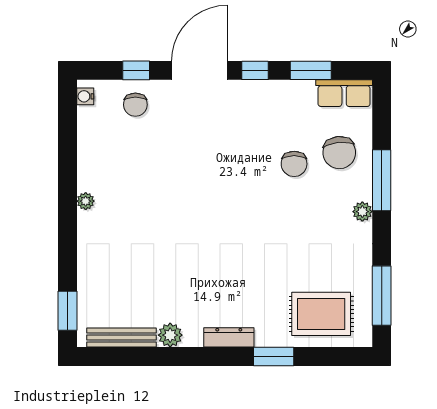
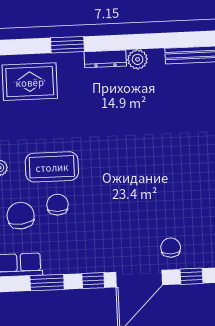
chair: (135, 105) -> (171, 248), moved
coffee table: (299, 210) -> (52, 167), added
plant: (170, 335) -> (138, 59), moved

